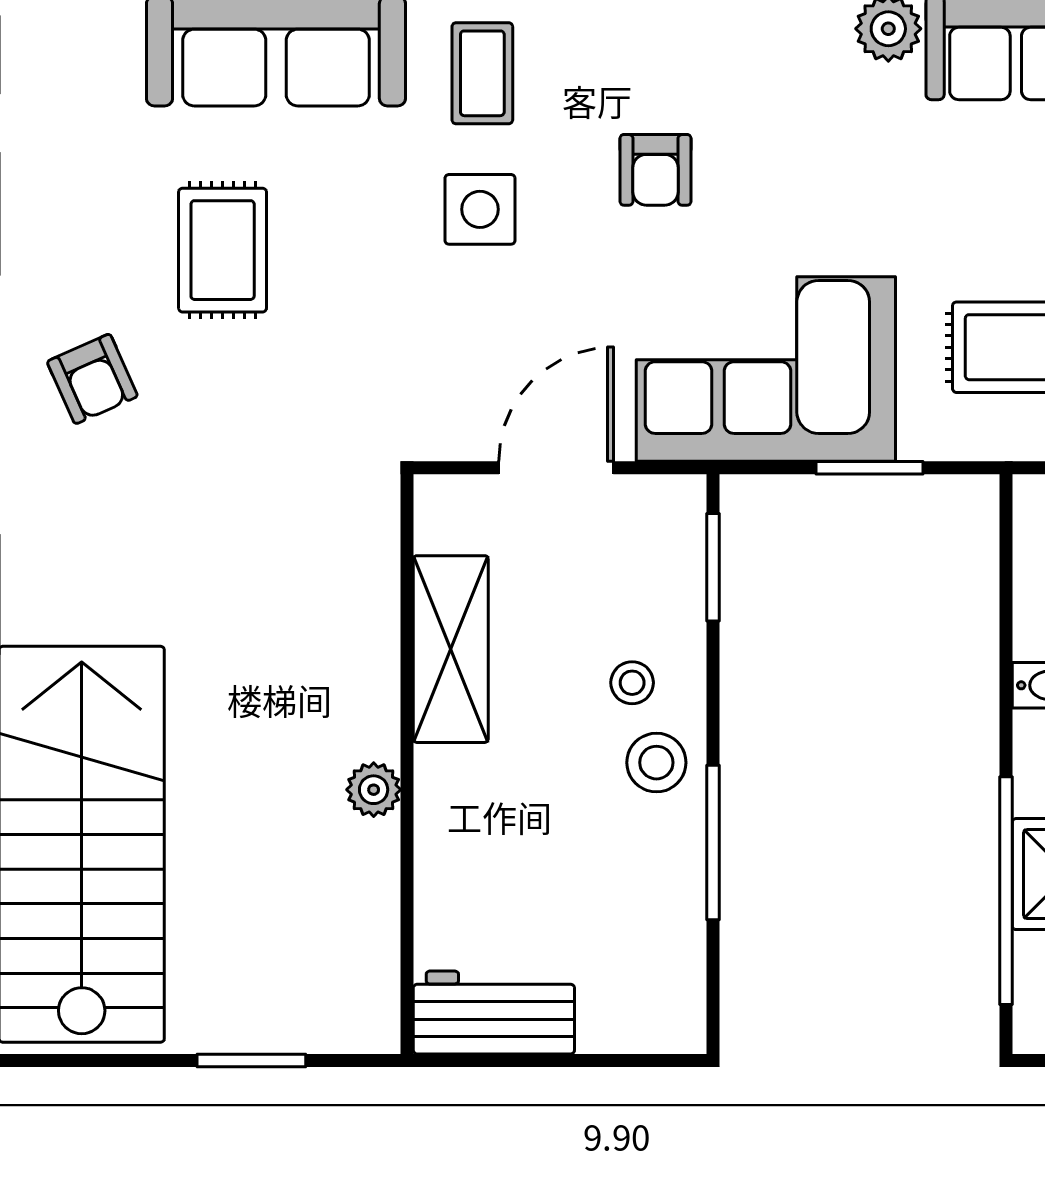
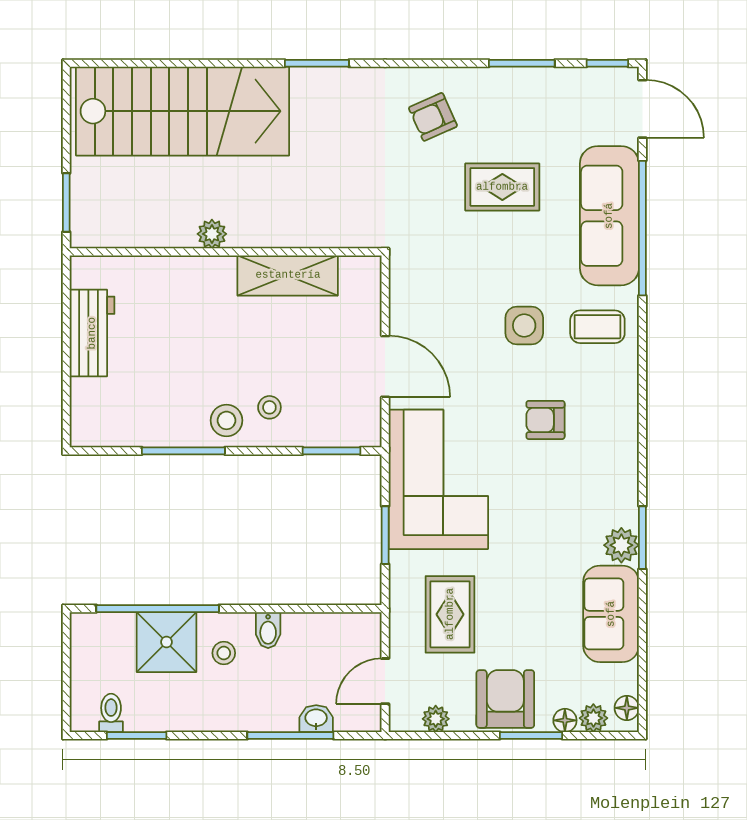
shelving: (451, 649) -> (288, 275), moved
wall: (407, 764) -> (226, 252), moved
plant: (374, 790) -> (212, 234), moved

